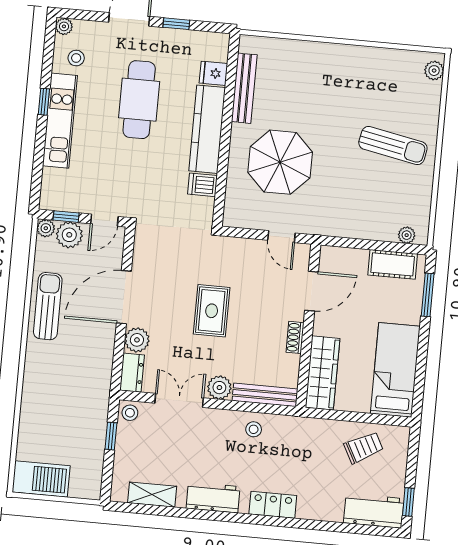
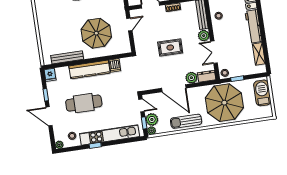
fridge: (213, 73) -> (50, 75), moved
kitchen unit: (60, 121) -> (110, 135), width x1.36
parasol: (67, 396) -> (224, 103), added
barbecue: (41, 479) -> (262, 93), moved
workbench: (213, 497) -> (253, 26), width x1.38

